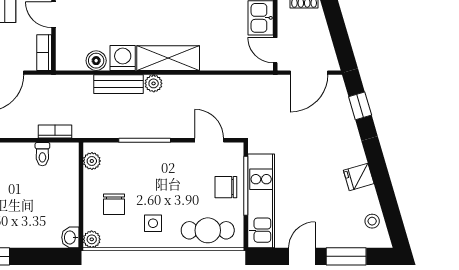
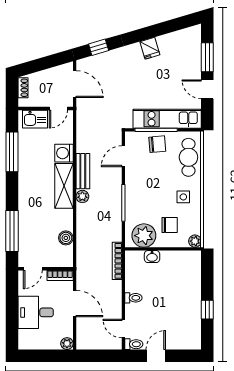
washing machine: (123, 58) -> (64, 153), moved
bench: (119, 84) -> (83, 171), moved
bookcase: (55, 131) -> (117, 261), width x1.56
toilet: (42, 154) -> (133, 298), moved
plant: (92, 161) -> (144, 236), width x1.87, depth x1.87
chair: (226, 187) -> (157, 144), turned -95
stool: (372, 221) -> (182, 39), removed
washbasin: (70, 237) -> (152, 257), moved

